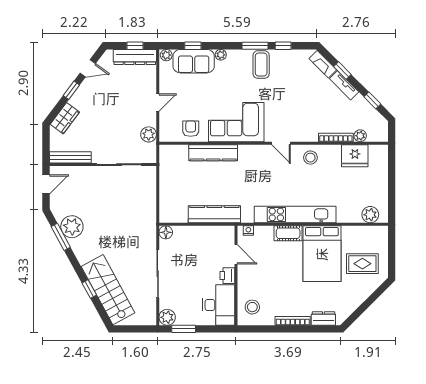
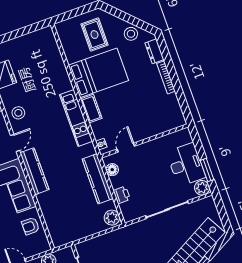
kitchen counter: (213, 153) -> (34, 171), moved
kitchen unit: (295, 214) -> (76, 118), width x0.73
plant: (370, 215) -> (112, 218), moved
floor lamp: (166, 232) -> (112, 170), moved
printer: (227, 276) -> (122, 195), moved, turned -90
desk: (219, 305) -> (186, 165), moved, turned 90
stool: (252, 307) -> (131, 34), moved

